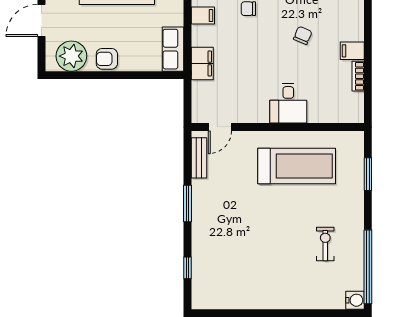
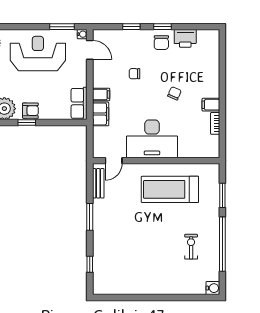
filing cabinet: (203, 15) -> (101, 94), moved
armchair: (107, 59) -> (30, 111), turned 180
window: (102, 75) -> (27, 123), added
desk: (288, 103) -> (152, 139), width x1.87, depth x1.30
treadmill: (297, 166) -> (170, 189), turned 180
window: (368, 267) -> (222, 244), moved

